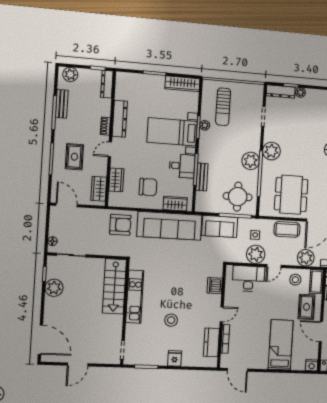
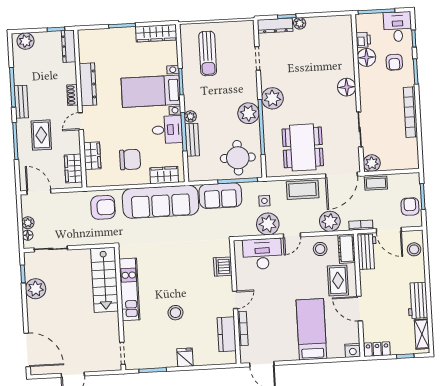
bench: (62, 104) -> (21, 102), moved
plant: (205, 125) -> (190, 116), moved
plant: (54, 230) -> (28, 223), added

